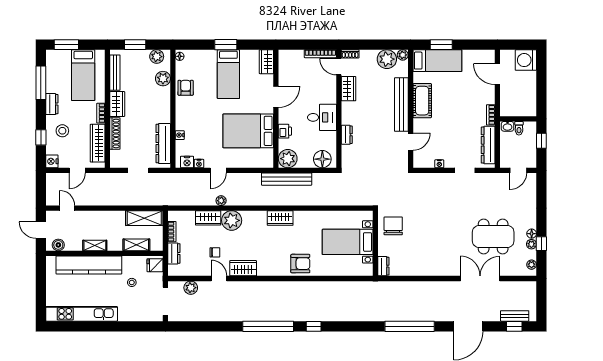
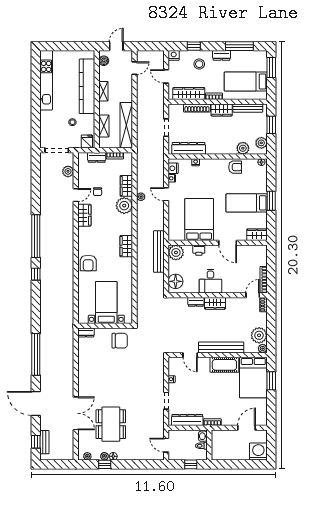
bed: (437, 61) -> (253, 378), width x1.50
wardrobe: (349, 89) -> (215, 303), moved
shelving: (144, 218) -> (126, 125), width x1.47

